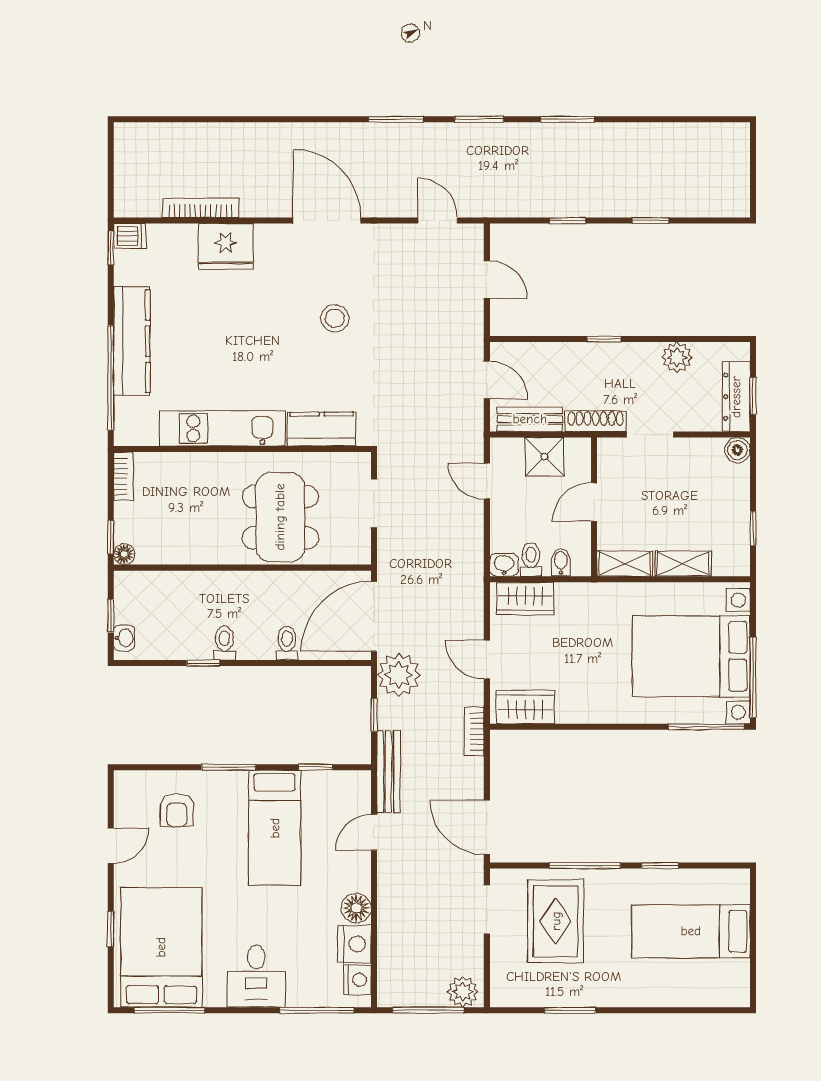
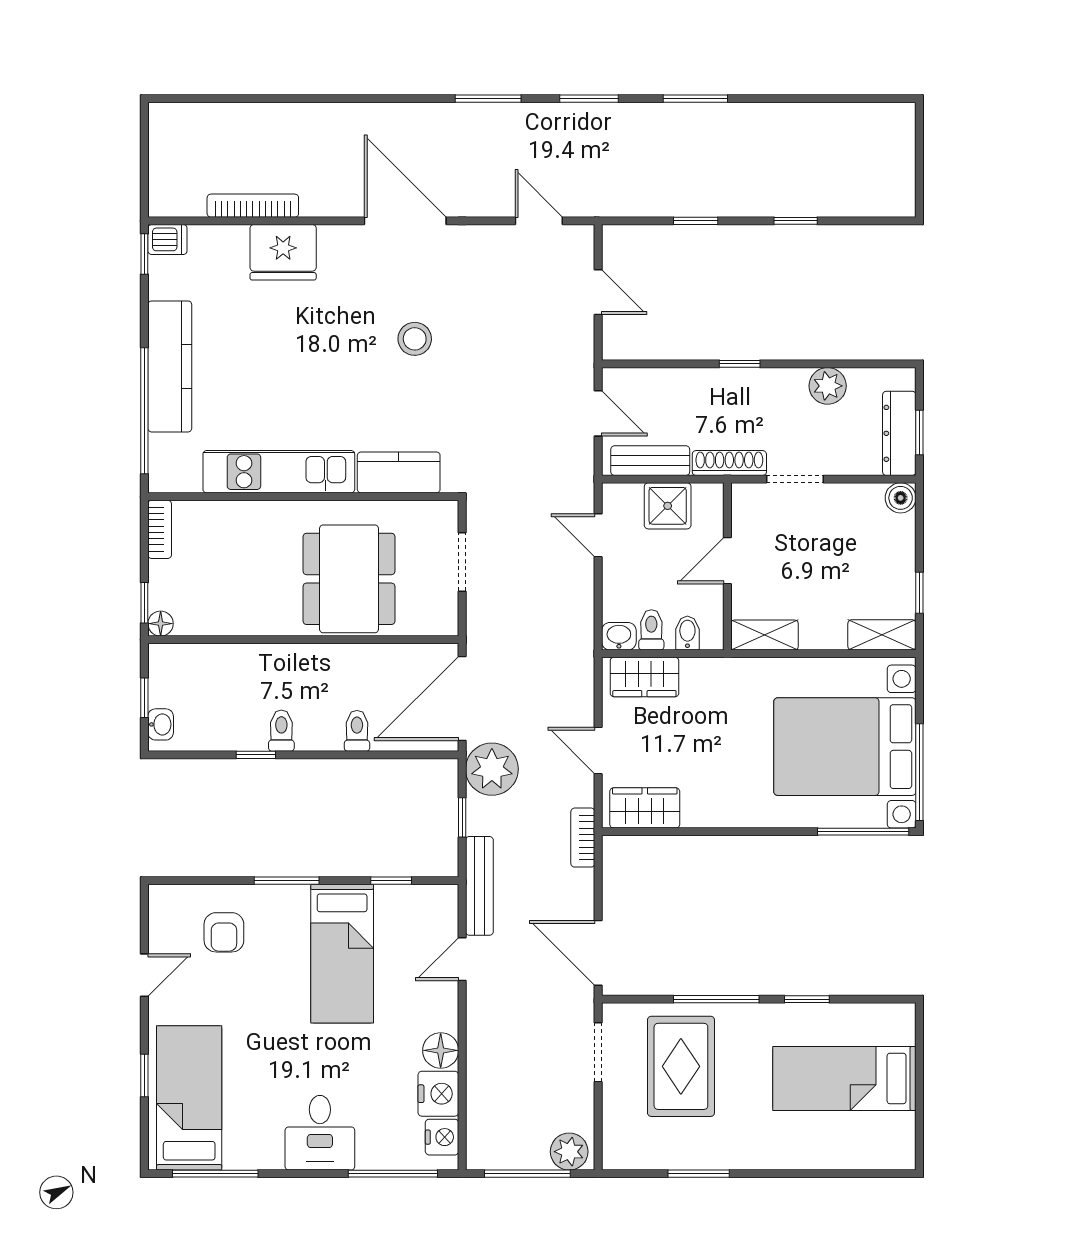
shelving: (683, 564) -> (882, 635), moved
bed: (161, 947) -> (189, 1098), width x0.67

